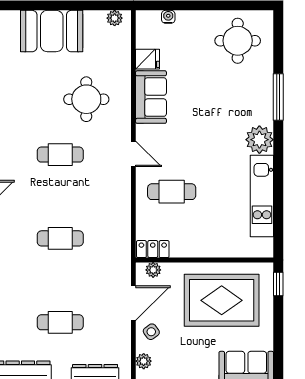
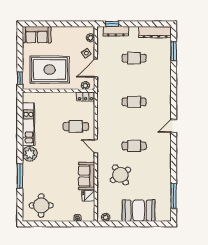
round table: (86, 99) -> (120, 175), turned -35

